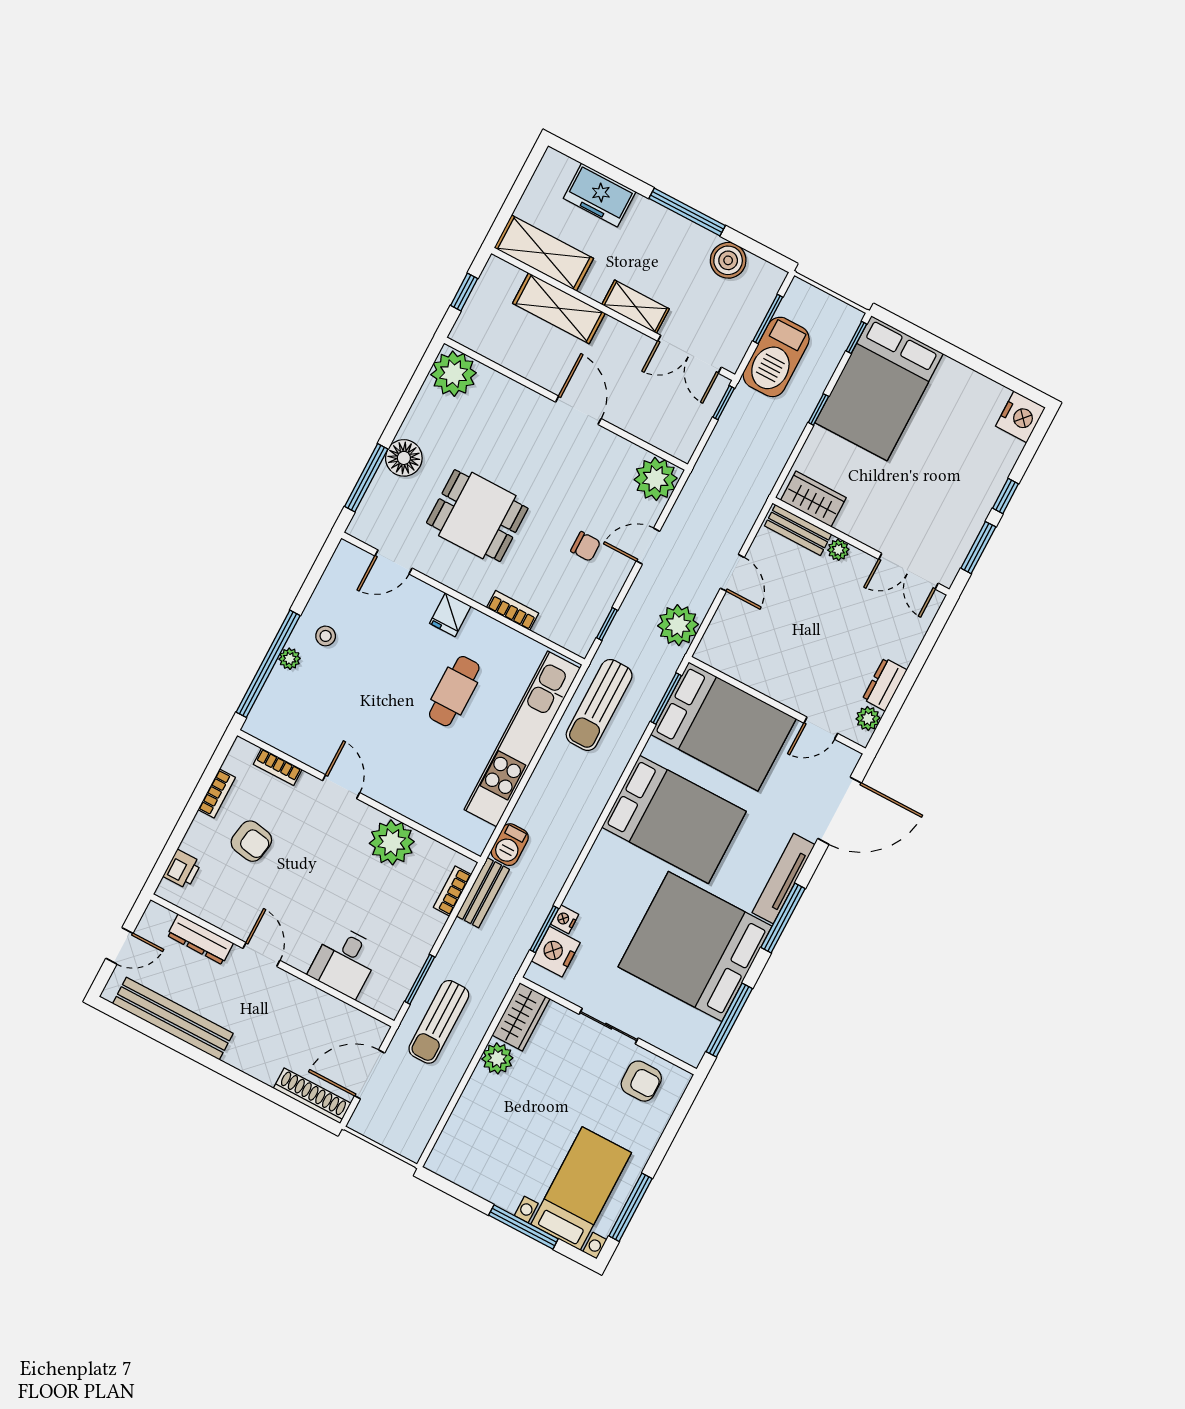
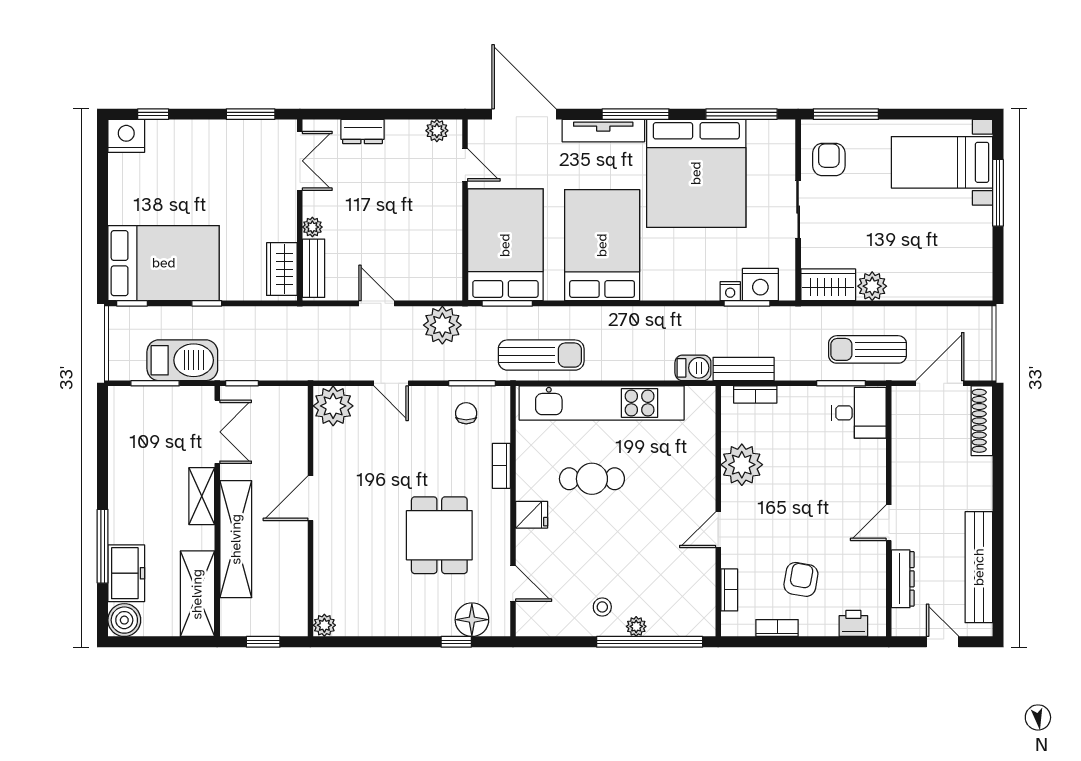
window: (687, 212) -> (103, 546), moved
boiler: (728, 260) -> (124, 620), moved
shelving: (559, 308) -> (236, 539), width x1.47
plant: (454, 374) -> (324, 625), width x0.53, depth x0.53
floor lamp: (404, 458) -> (472, 620), moved
window: (366, 478) -> (456, 642), width x0.46
window: (1006, 496) -> (153, 114), moved
chair: (586, 546) -> (466, 413), moved
door: (732, 573) -> (377, 303), hinge flipped
window: (607, 624) -> (472, 383), width x1.50
dresser: (885, 684) -> (363, 132), moved
desk: (345, 961) -> (859, 413), moved
sun lounger: (439, 1022) -> (868, 349), turned 180
door: (370, 1074) -> (940, 383), swing flipped
window: (631, 1207) -> (846, 114), moved

